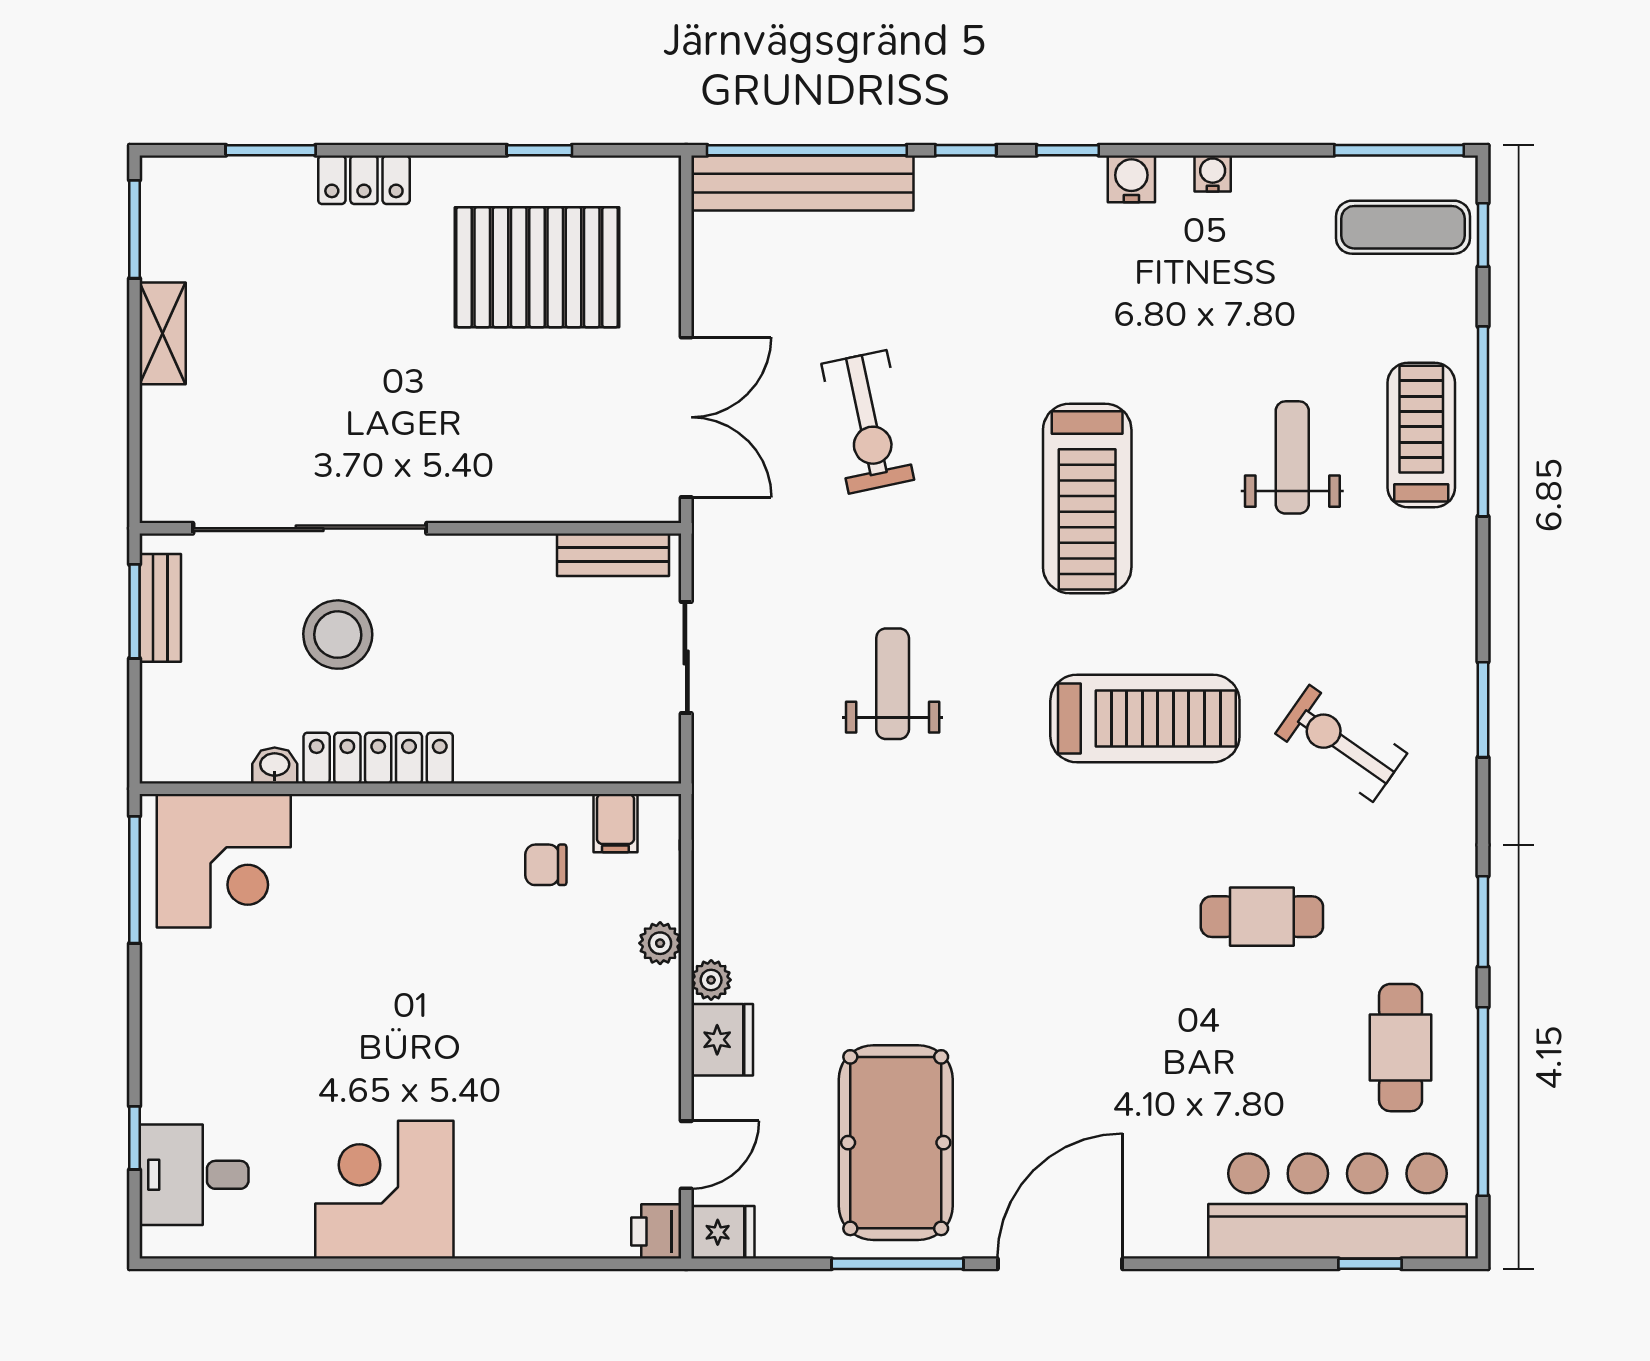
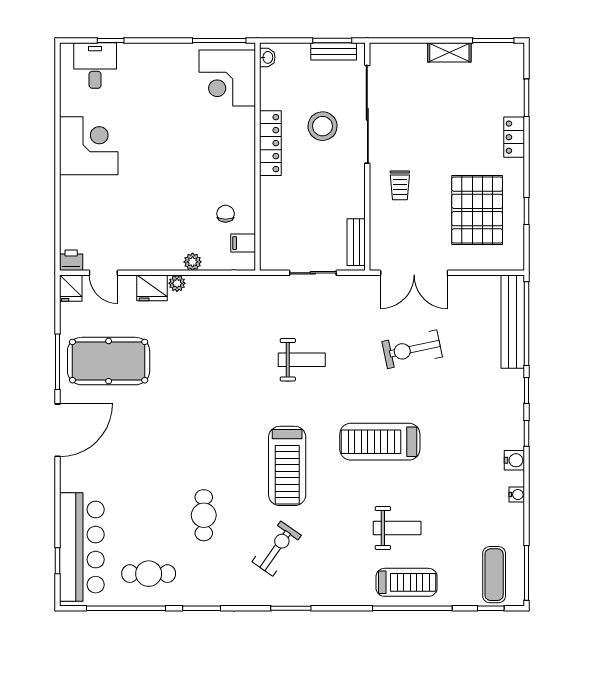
trolley: (479, 451) -> (400, 185), added
washbasin: (275, 766) -> (267, 57), moved
door: (1060, 1264) -> (58, 430), hinge flipped

